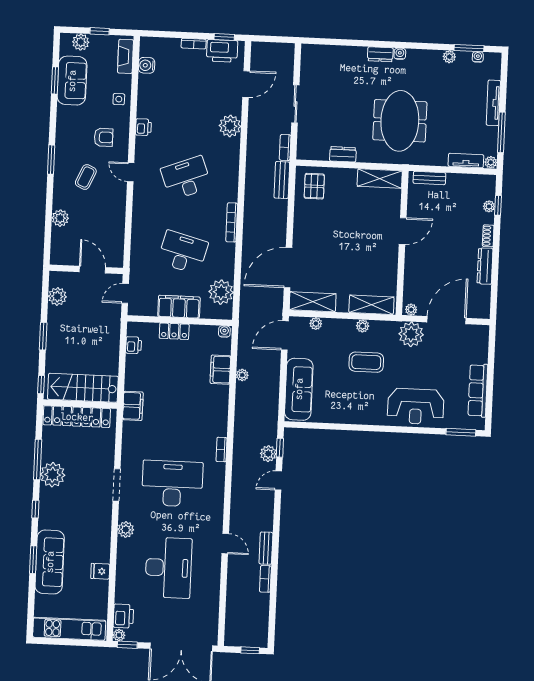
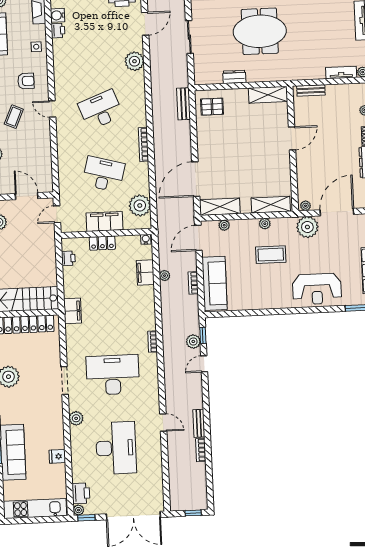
meeting table: (400, 121) -> (260, 31), moved, turned 90
printer: (143, 127) -> (58, 31), moved
bookcase: (285, 147) -> (193, 283), moved
pallet: (314, 186) -> (212, 107), turned 90

